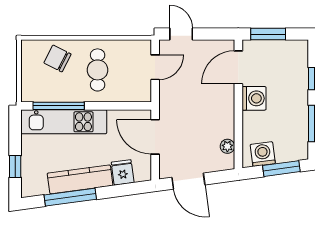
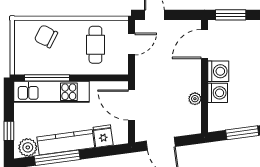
cafe table: (98, 70) -> (95, 45), moved
plant: (227, 146) -> (195, 99), moved
washing machine: (263, 154) -> (218, 93), moved, turned 98
plant: (37, 185) -> (28, 147), added

